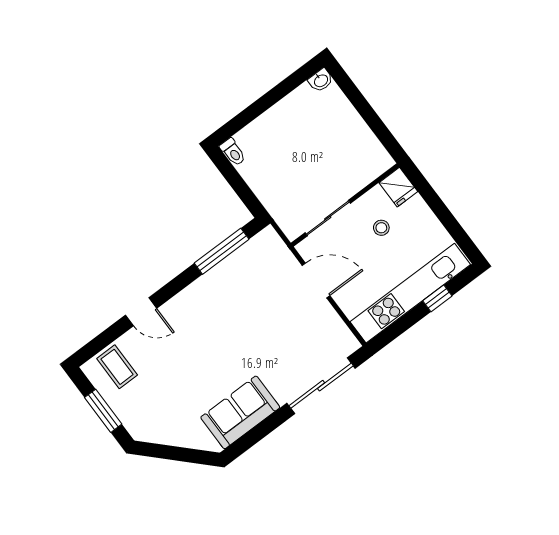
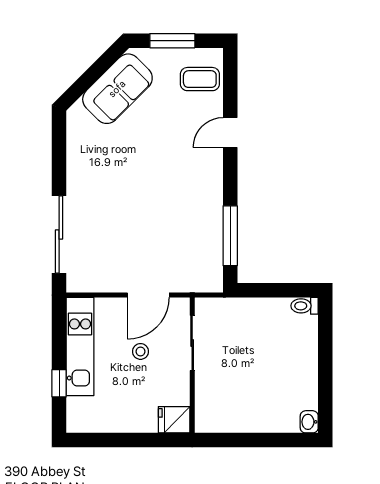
stool: (381, 228) -> (140, 351), moved
kitchen unit: (410, 293) -> (80, 347), width x0.73
sofa: (240, 412) -> (117, 89), moved, turned 45

